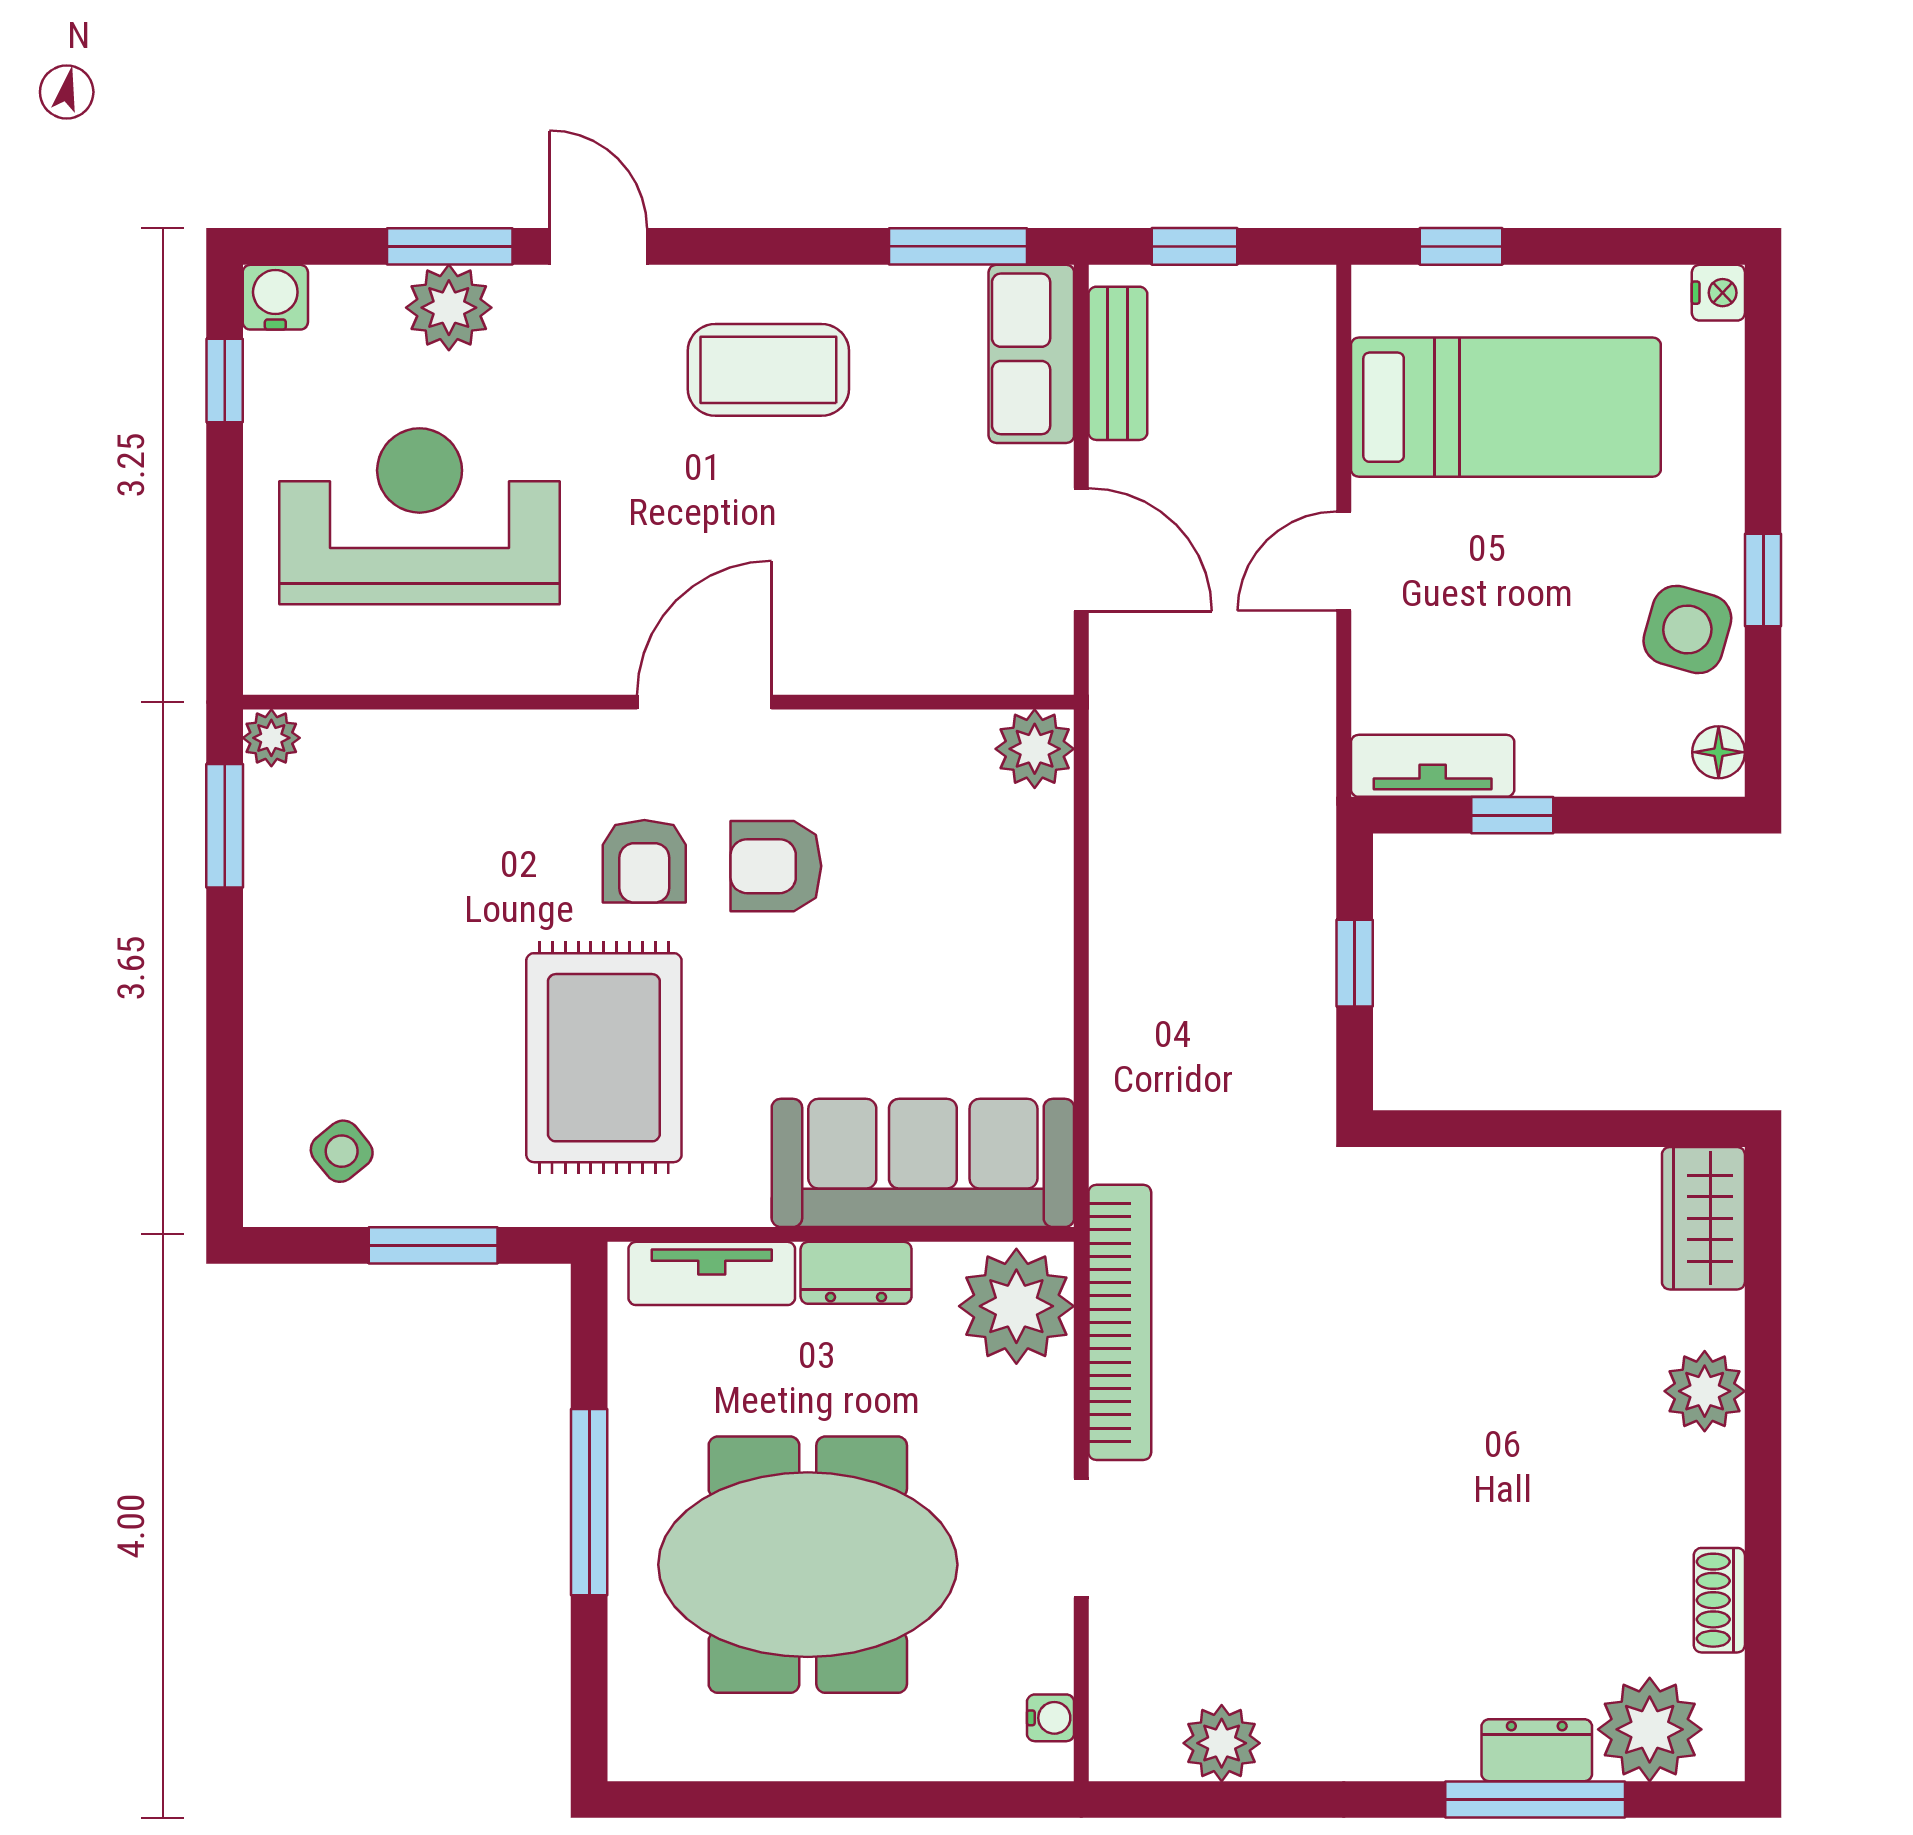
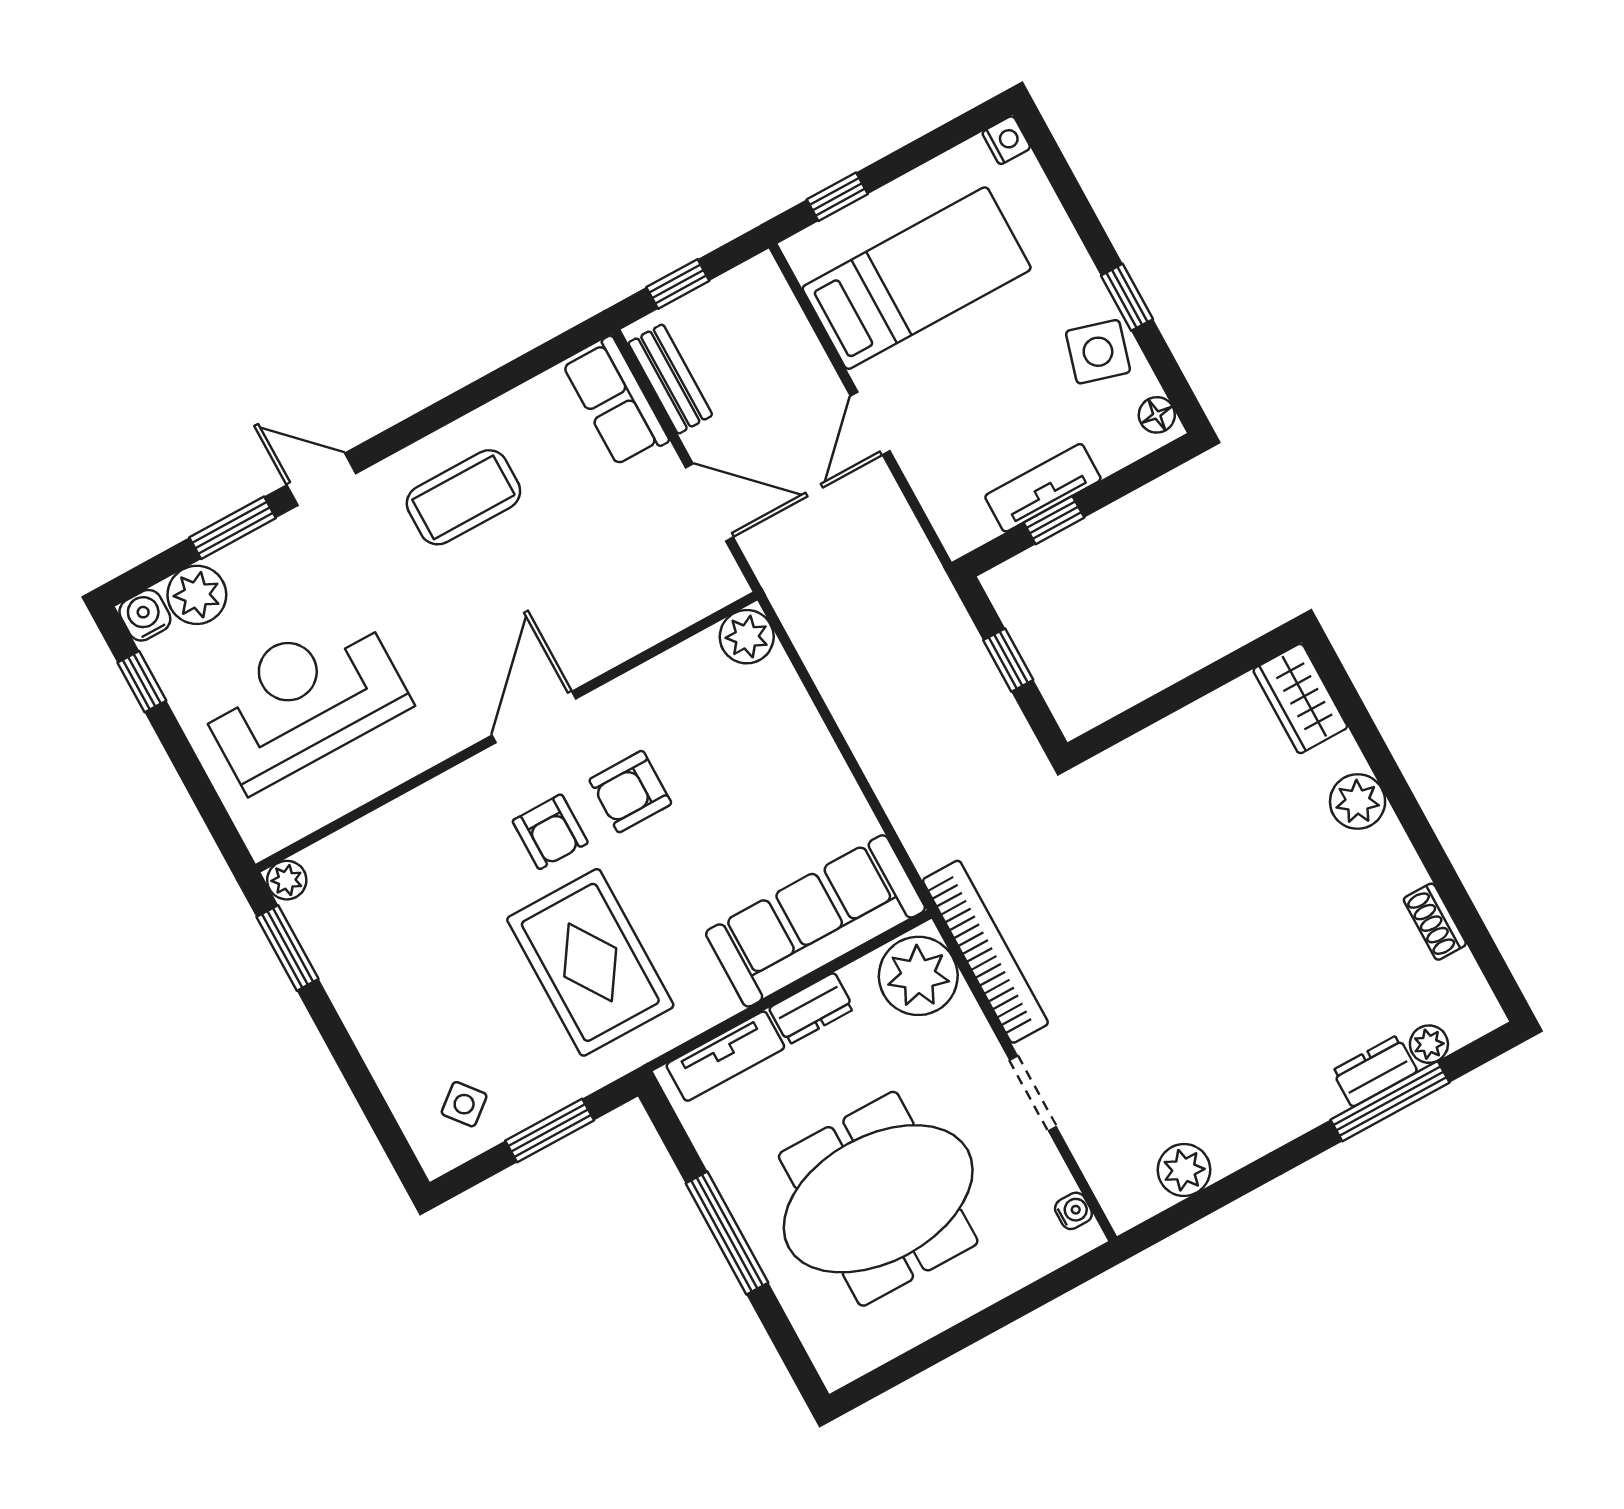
window: (958, 246) -> (536, 361), removed
plant: (449, 308) -> (197, 595), moved
tv unit: (1433, 766) -> (1043, 488), moved
plant: (1650, 1729) -> (1429, 1044), width x0.53, depth x0.53

